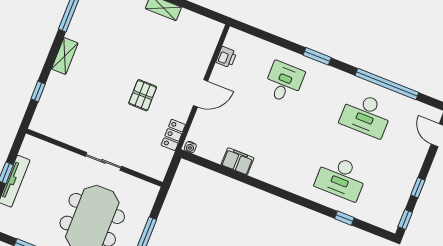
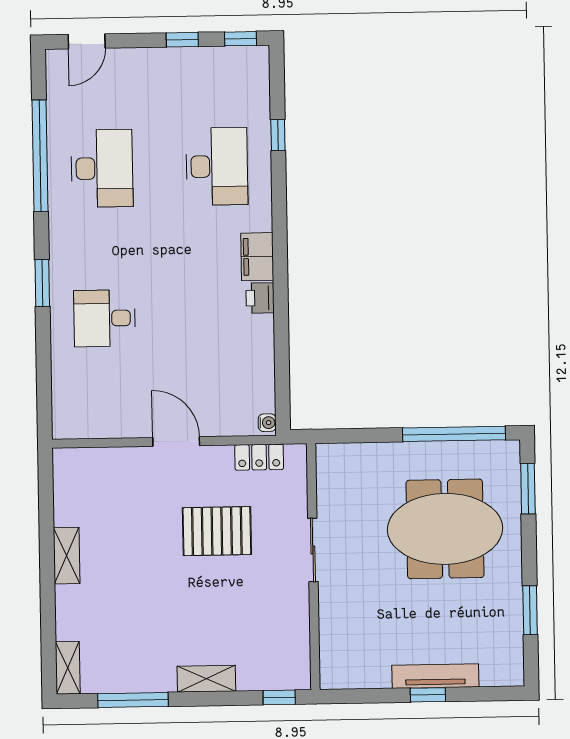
printer: (226, 57) -> (260, 298), moved, turned -90
pallet: (143, 95) -> (217, 531), width x1.50, depth x1.42
wall: (94, 158) -> (313, 567), moved
sliding door: (103, 161) -> (313, 550), moved
filing cabinet: (238, 161) -> (257, 257), moved

